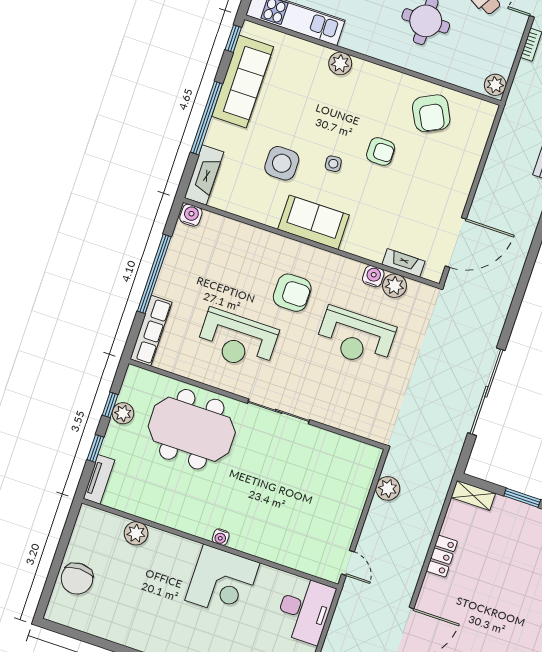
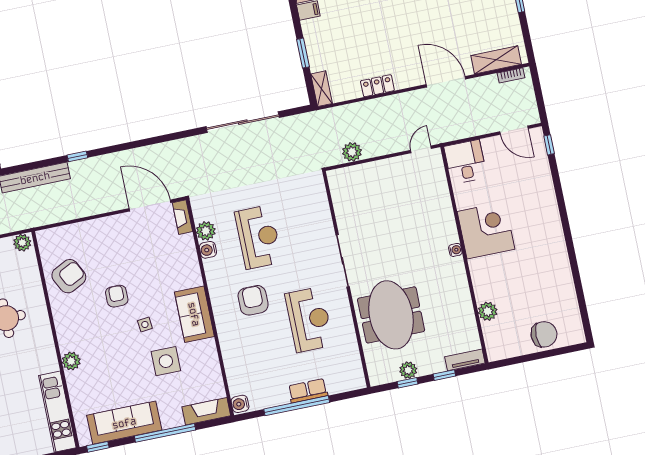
fireplace: (403, 263) -> (182, 217), moved
row of seats: (151, 331) -> (308, 391), moved, width x0.68
desk: (305, 610) -> (465, 162), width x0.73

